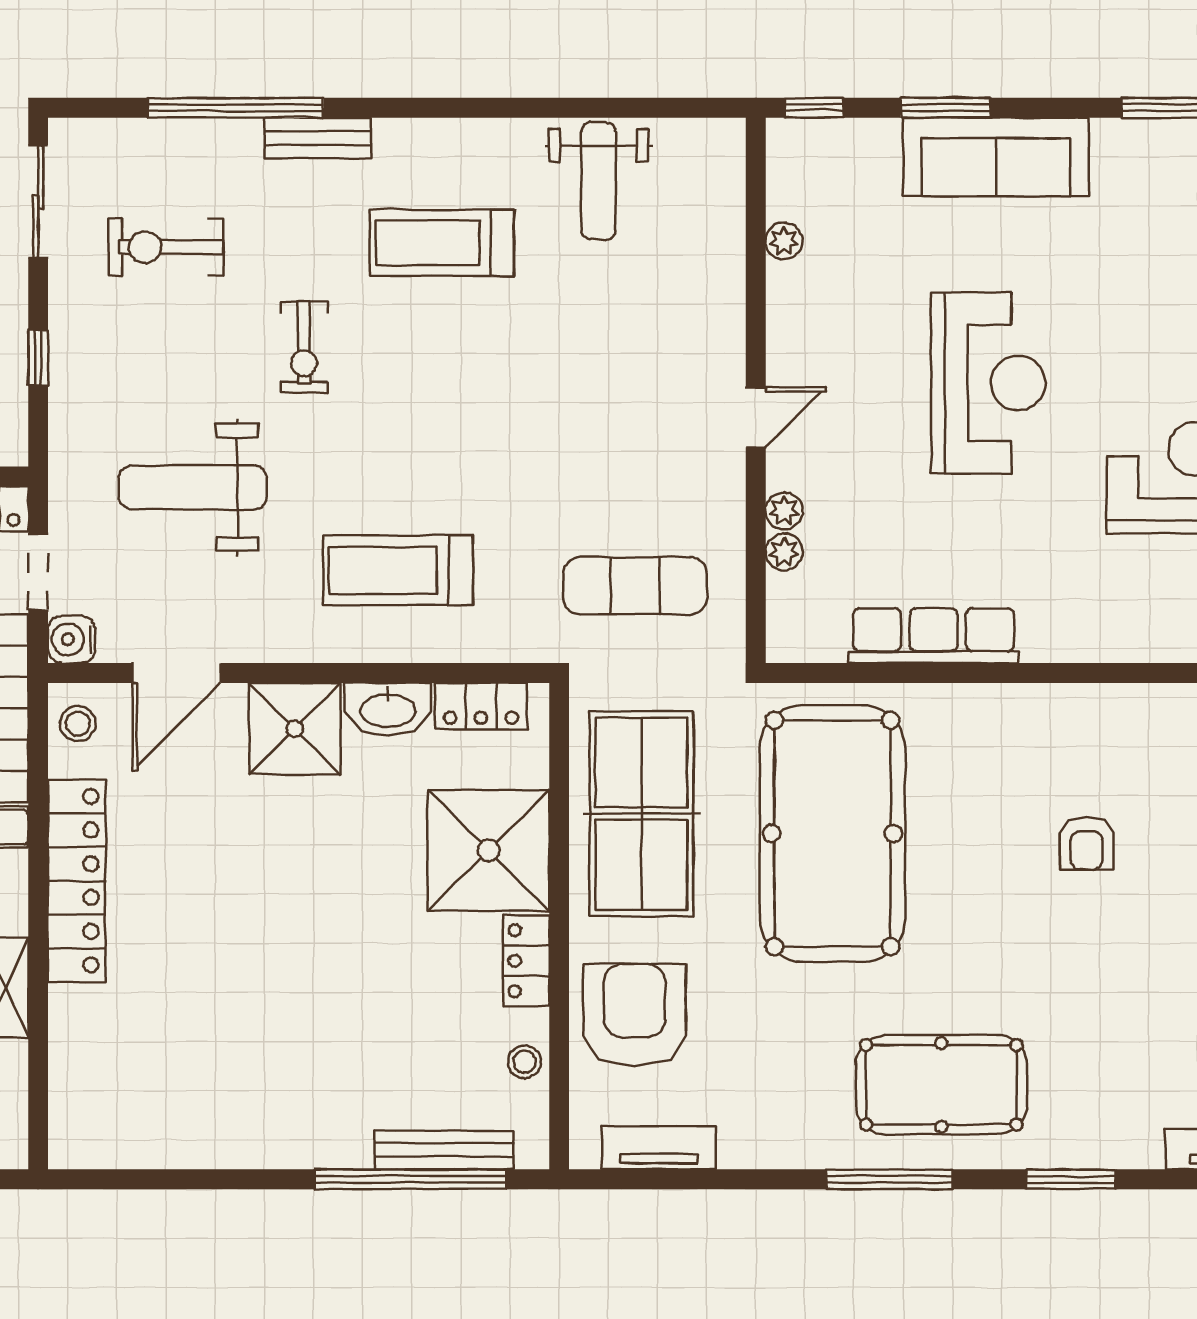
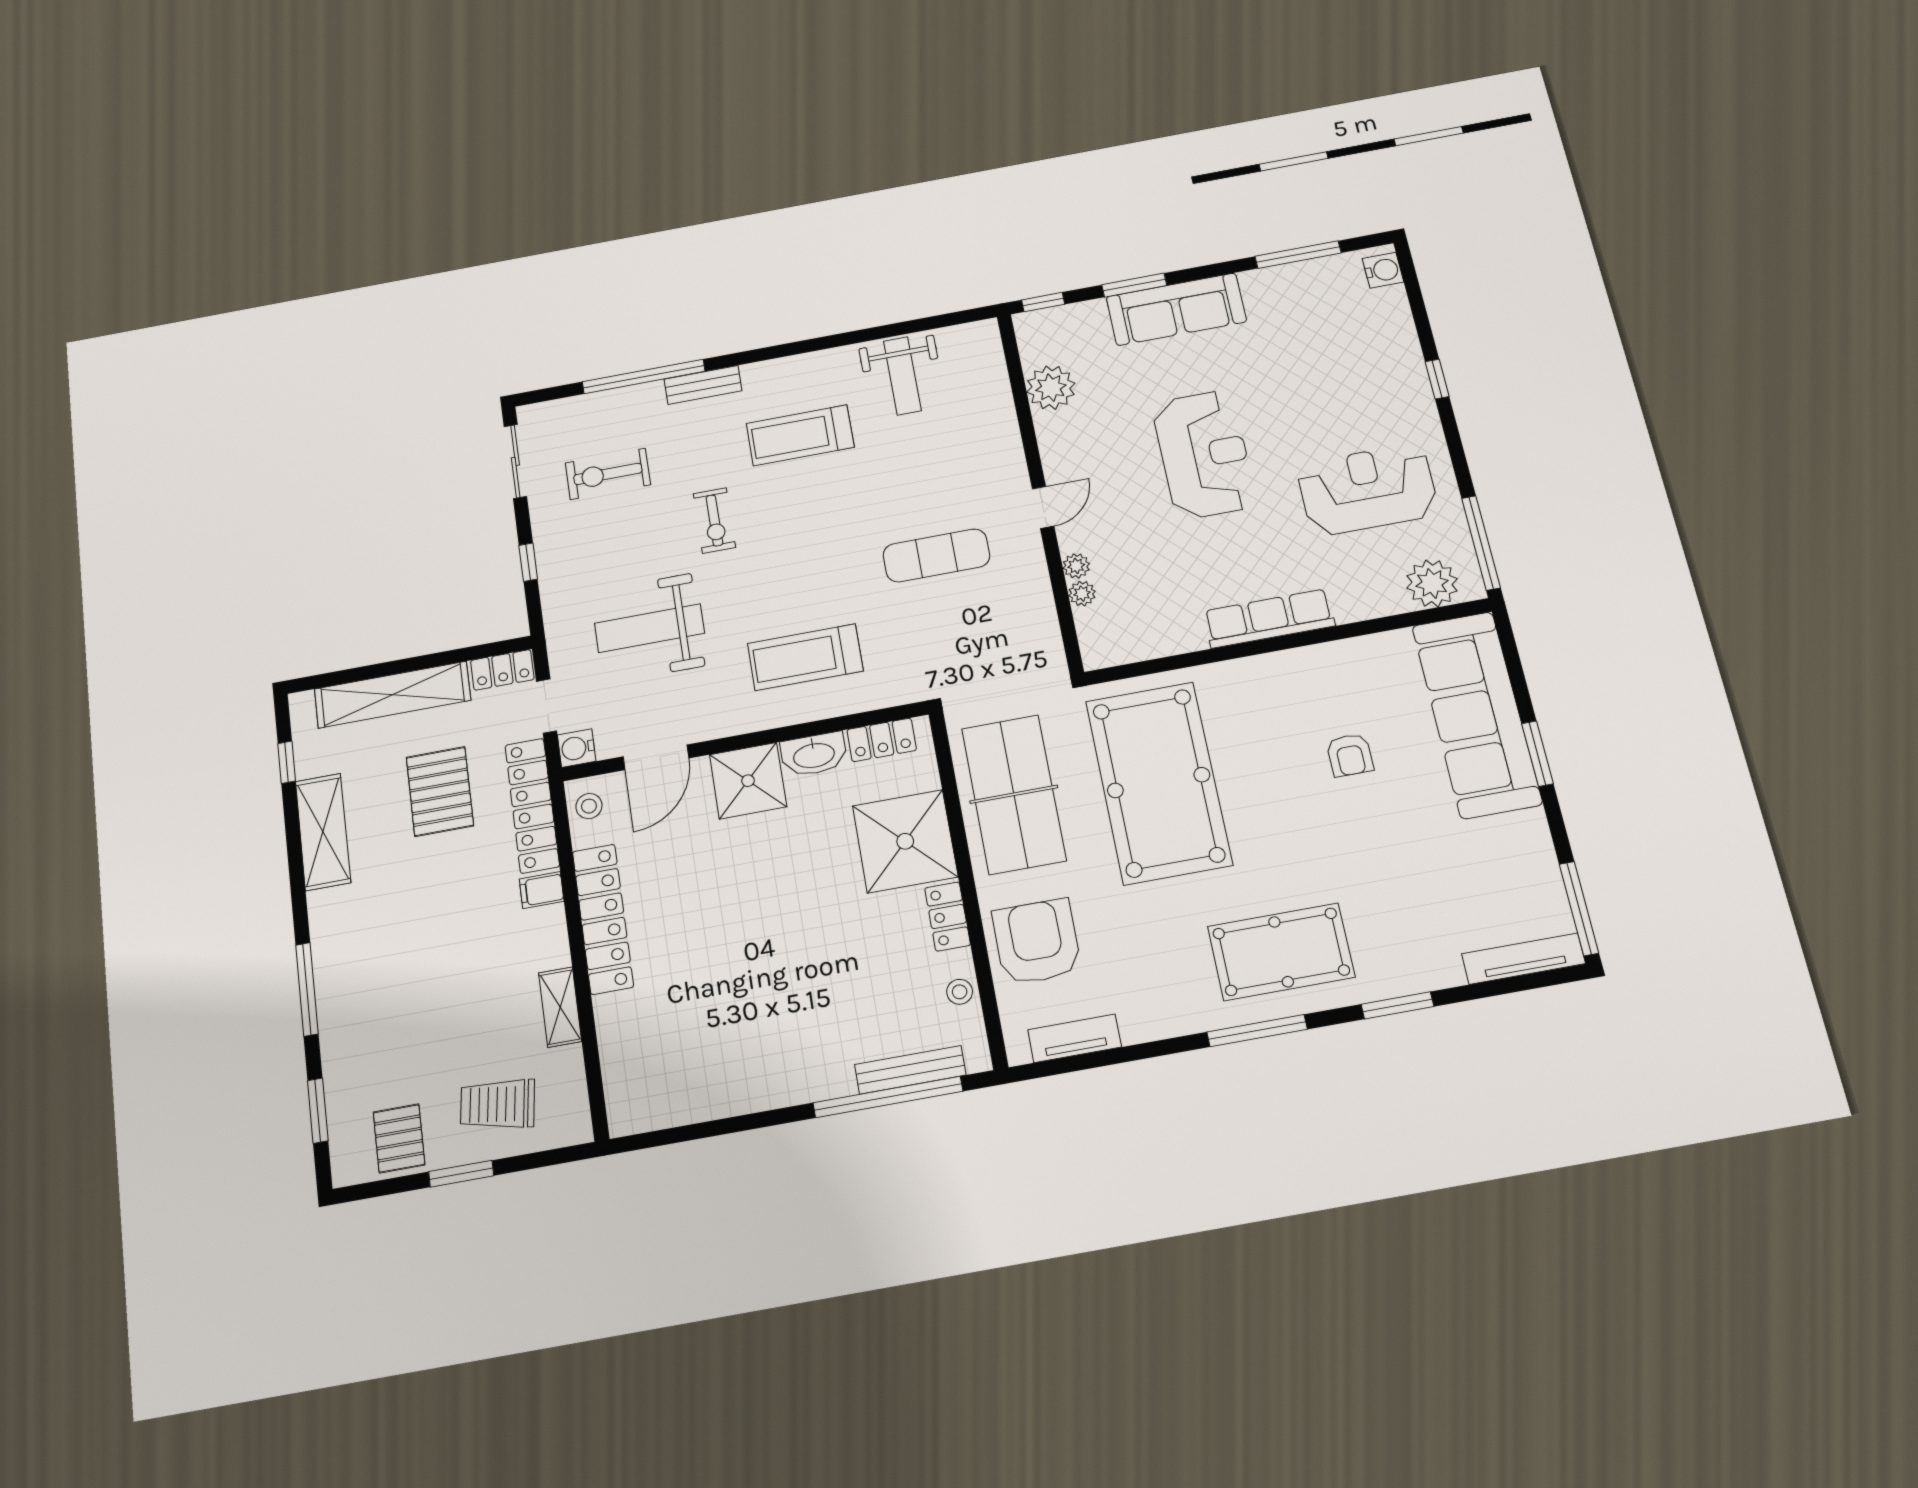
plant: (784, 241) -> (1051, 388), width x1.88, depth x1.88
exercise mat: (635, 586) -> (936, 555), moved
row of seats: (934, 636) -> (1269, 618), moved

